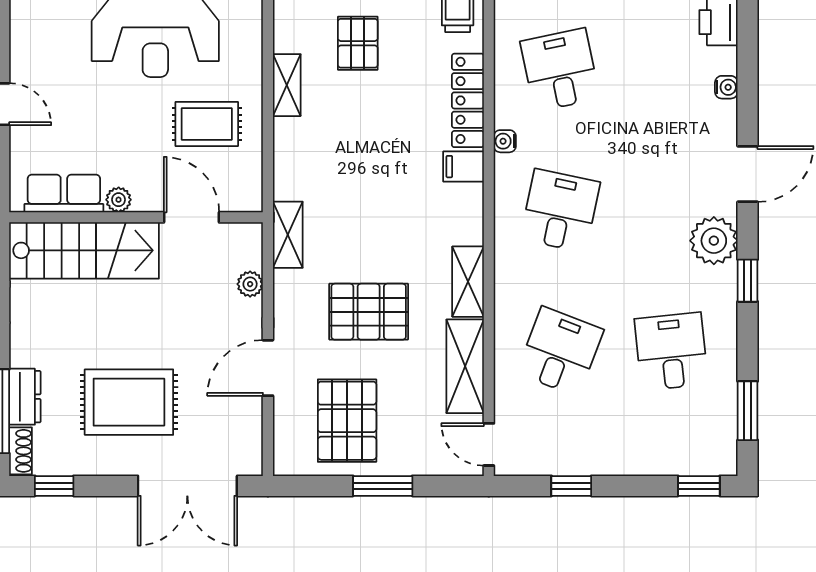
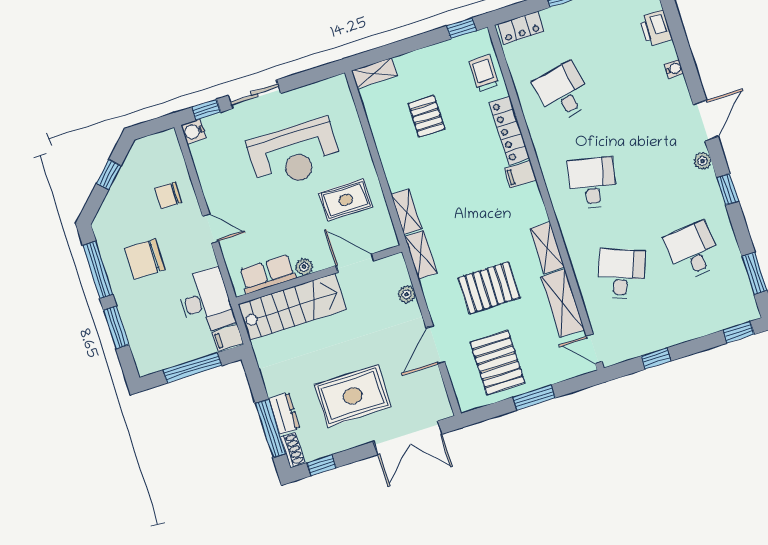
shelving: (287, 85) -> (406, 212), moved
water cooler: (505, 141) -> (542, 149), removed
plant: (714, 241) -> (702, 161), width x0.53, depth x0.53

